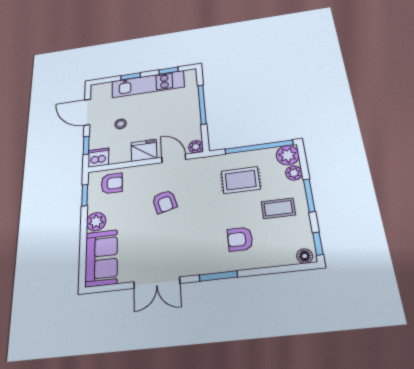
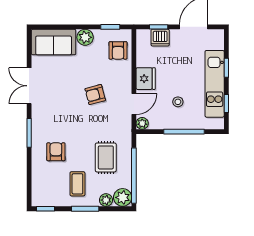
stool: (121, 124) -> (178, 102), moved
dishwasher: (98, 158) -> (160, 38), moved, turned 90
floor lamp: (305, 256) -> (37, 198), removed

